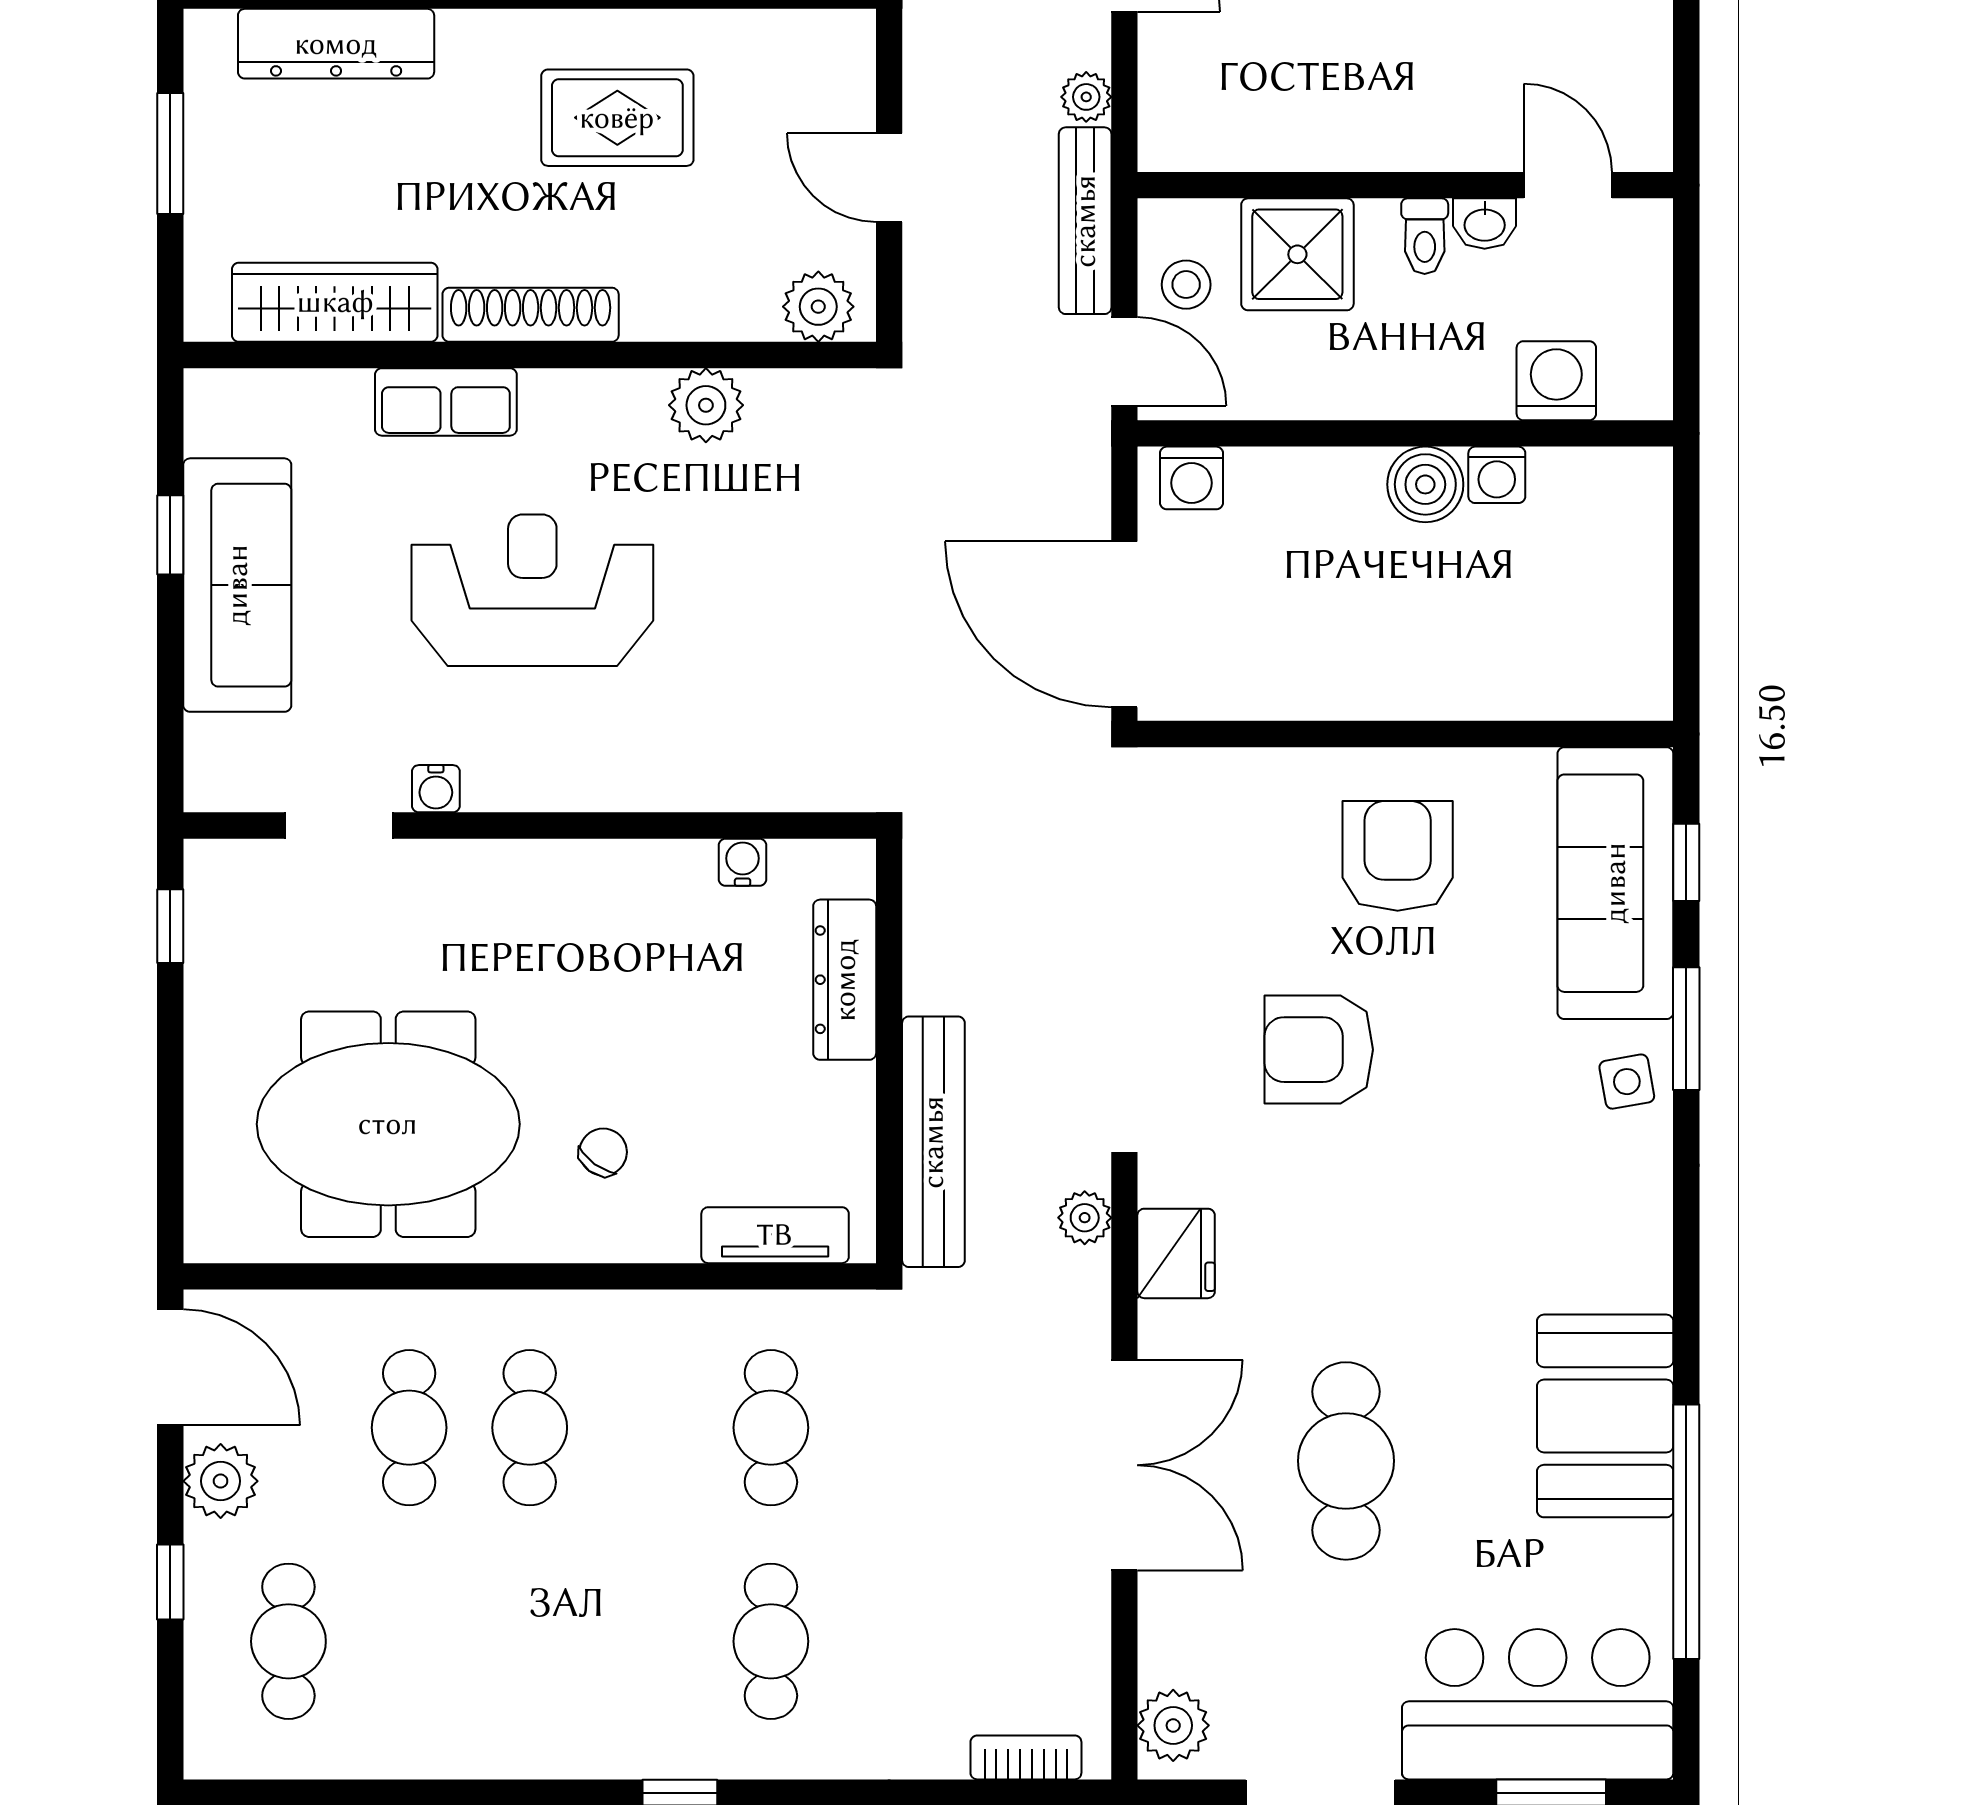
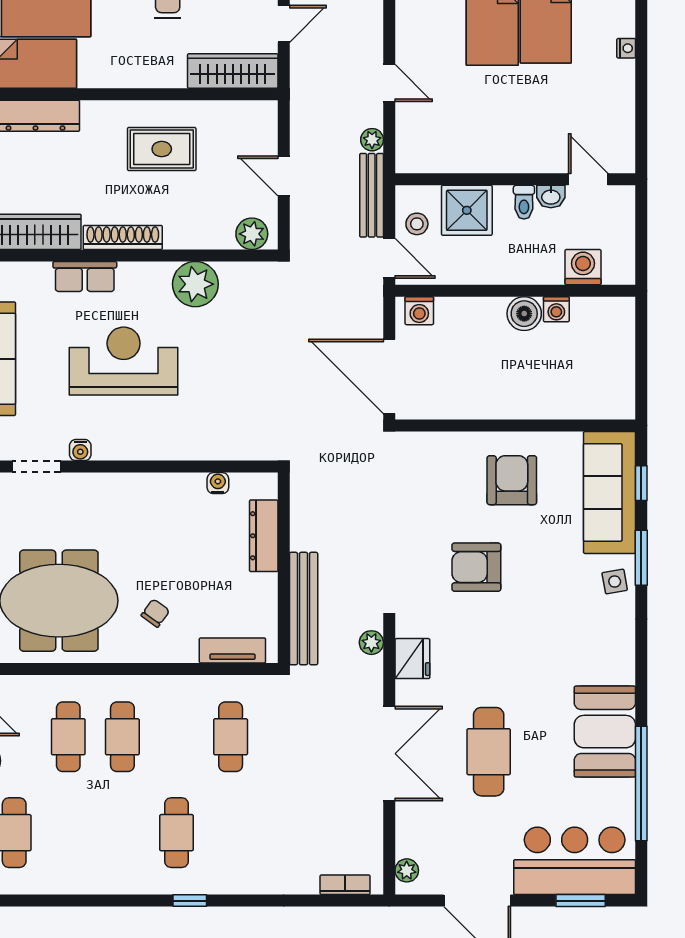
plant: (706, 405) -> (195, 284), width x1.36, depth x1.36
cafe table: (771, 1641) -> (176, 833), moved
plant: (1173, 1725) -> (407, 870), width x0.73, depth x0.73

